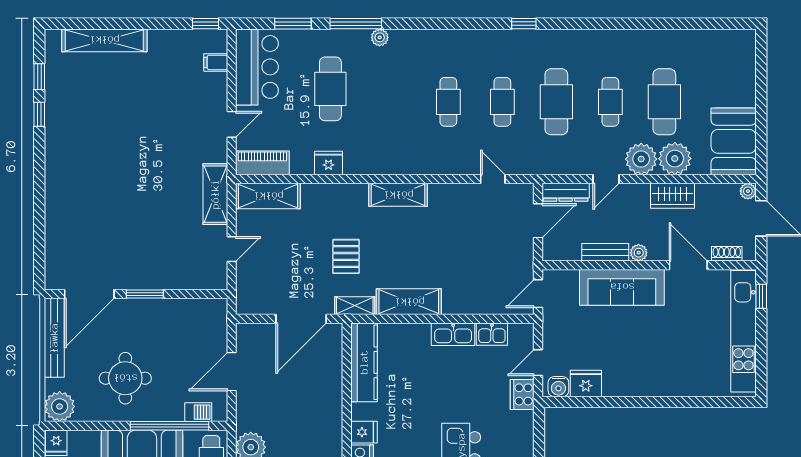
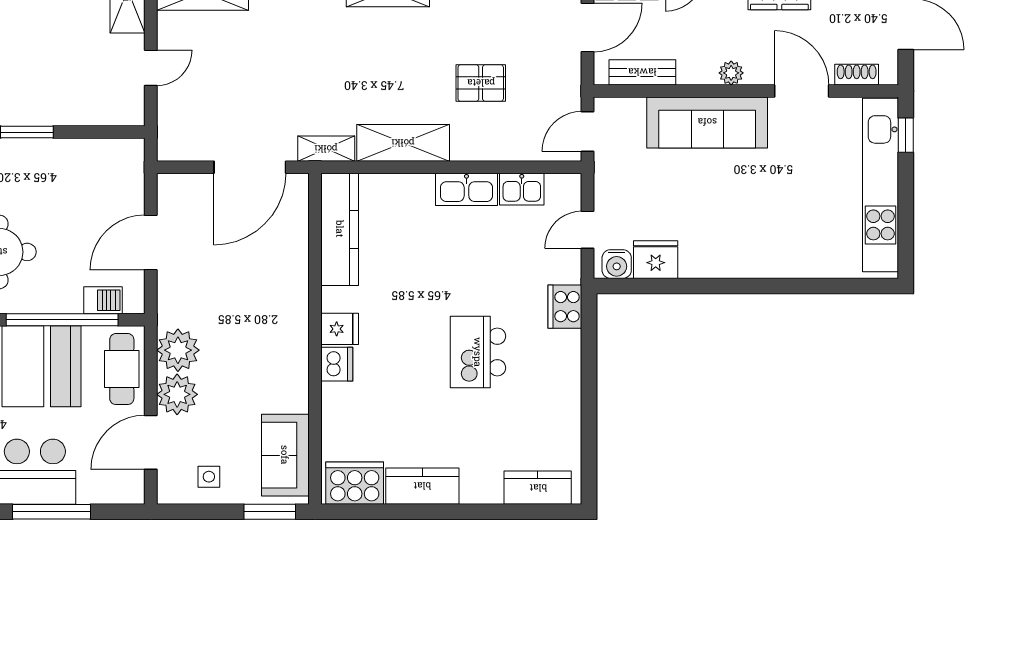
bench: (605, 252) -> (642, 72), moved
pallet: (346, 256) -> (481, 83), moved, turned 90
cooker: (522, 394) -> (565, 307), moved

